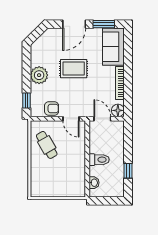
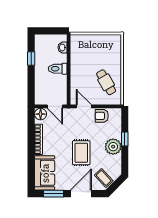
coffee table: (49, 41) -> (104, 178), added
rug: (74, 69) -> (81, 153), turned 90
window: (27, 101) -> (125, 139), moved

